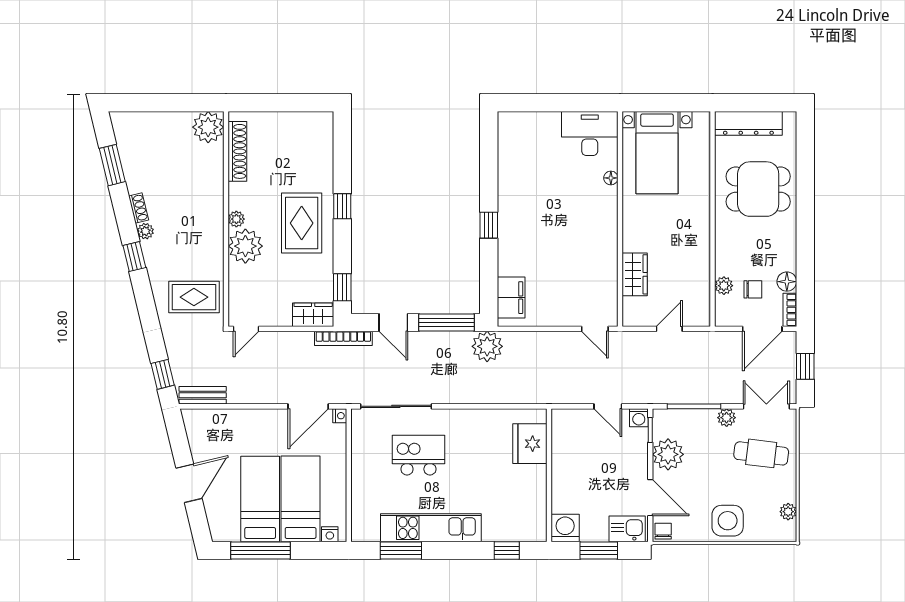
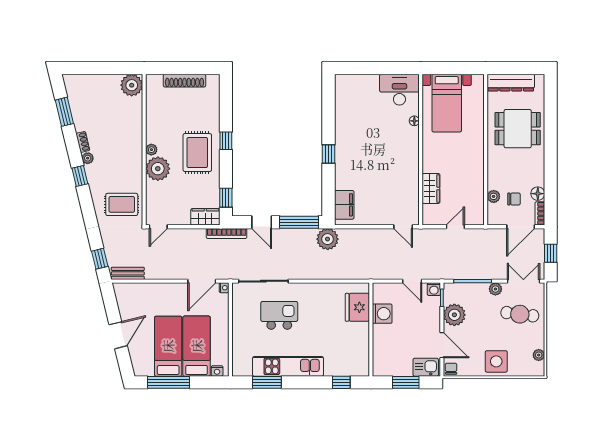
shoe rack: (237, 151) -> (184, 81), moved, turned 90
washing machine: (565, 528) -> (382, 314), moved, turned 90

